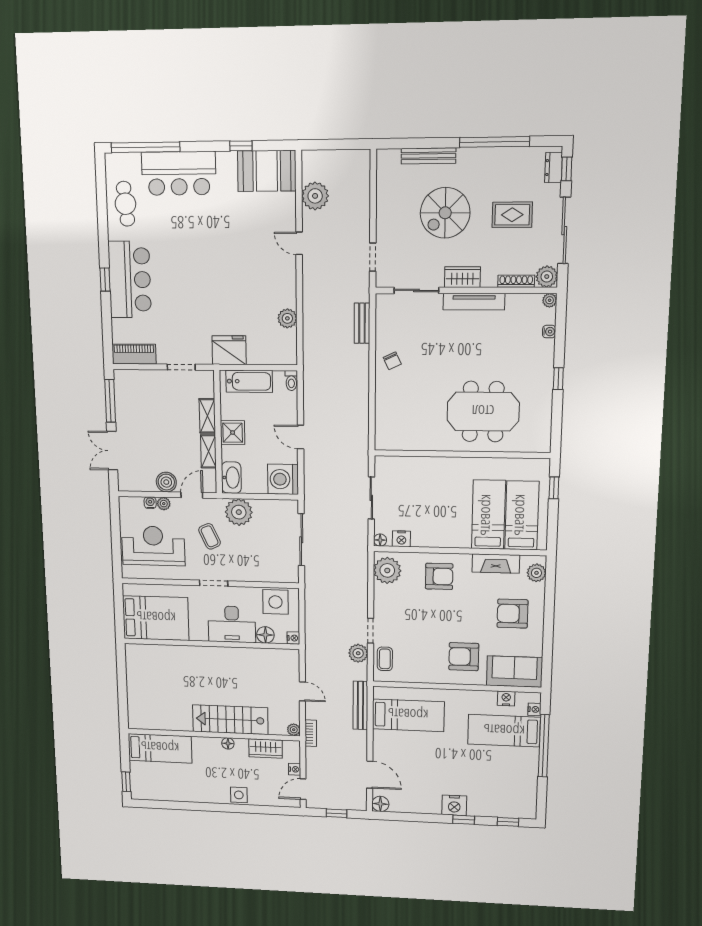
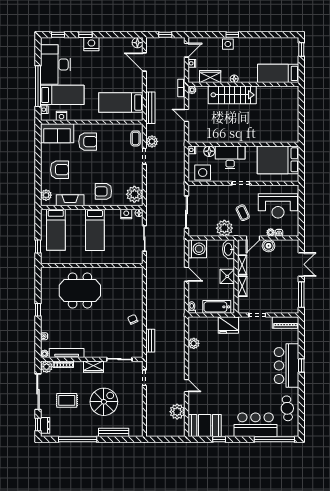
tv unit: (474, 302) -> (67, 353), moved
bed: (488, 515) -> (95, 230), moved
desk: (513, 778) -> (55, 64), added
window: (232, 808) -> (232, 35), added

